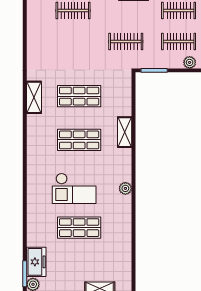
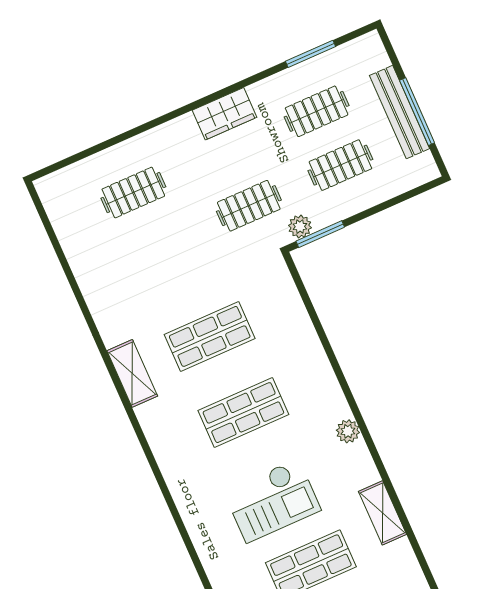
plant: (190, 62) -> (300, 227), moved
shelving: (125, 132) -> (382, 513), moved
plant: (125, 188) -> (348, 431), moved

